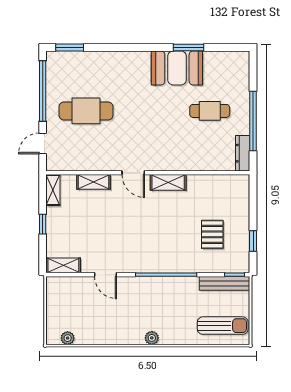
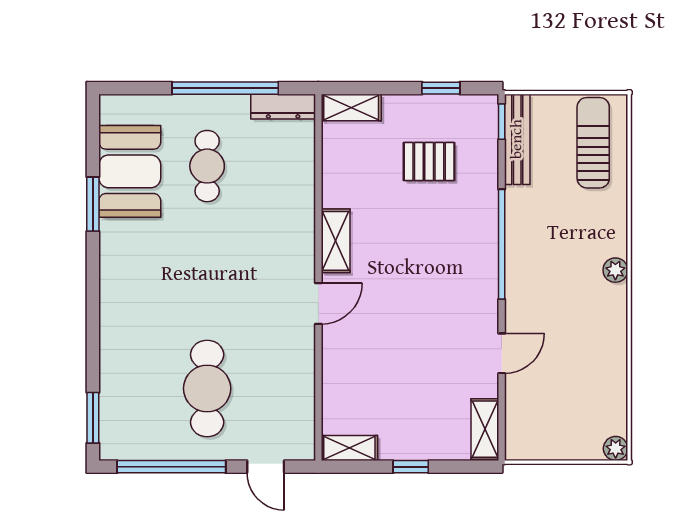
booth: (177, 68) -> (130, 171), moved
shelving: (93, 182) -> (351, 107), moved, turned 90
plant: (68, 338) -> (616, 448), moved

